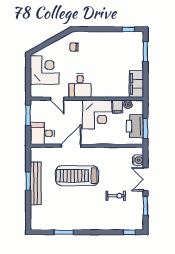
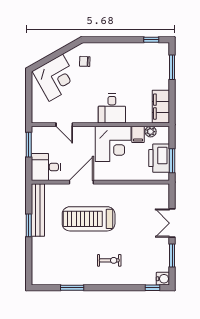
corner desk: (45, 70) -> (56, 78), moved, turned 61
desk: (80, 85) -> (112, 109), moved
water cooler: (138, 160) -> (163, 279), moved
bench: (36, 183) -> (38, 210), moved
exercise bike: (116, 196) -> (109, 260), moved

